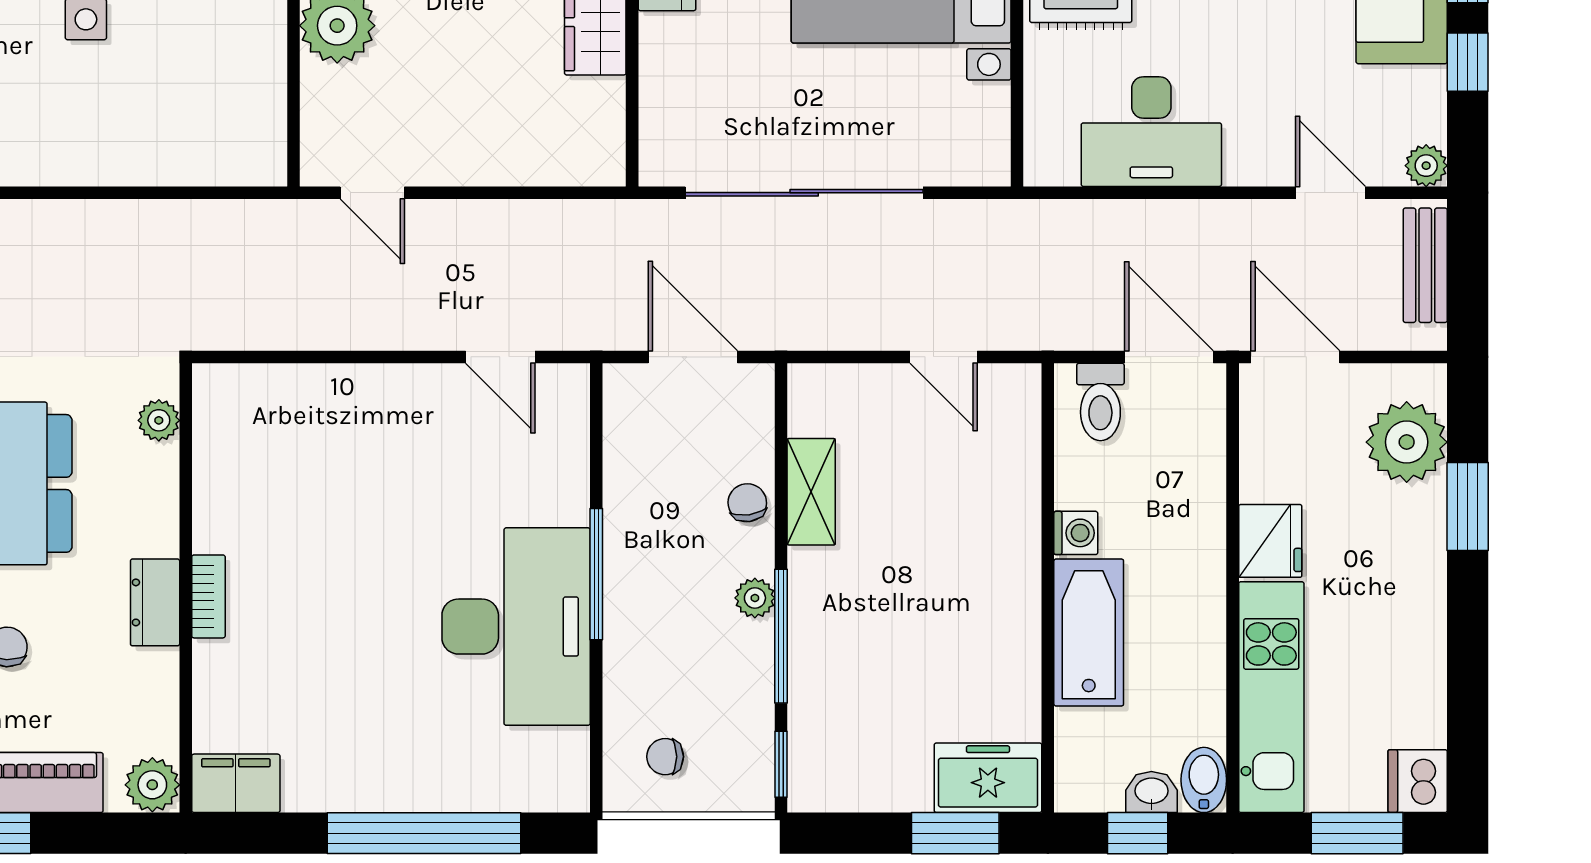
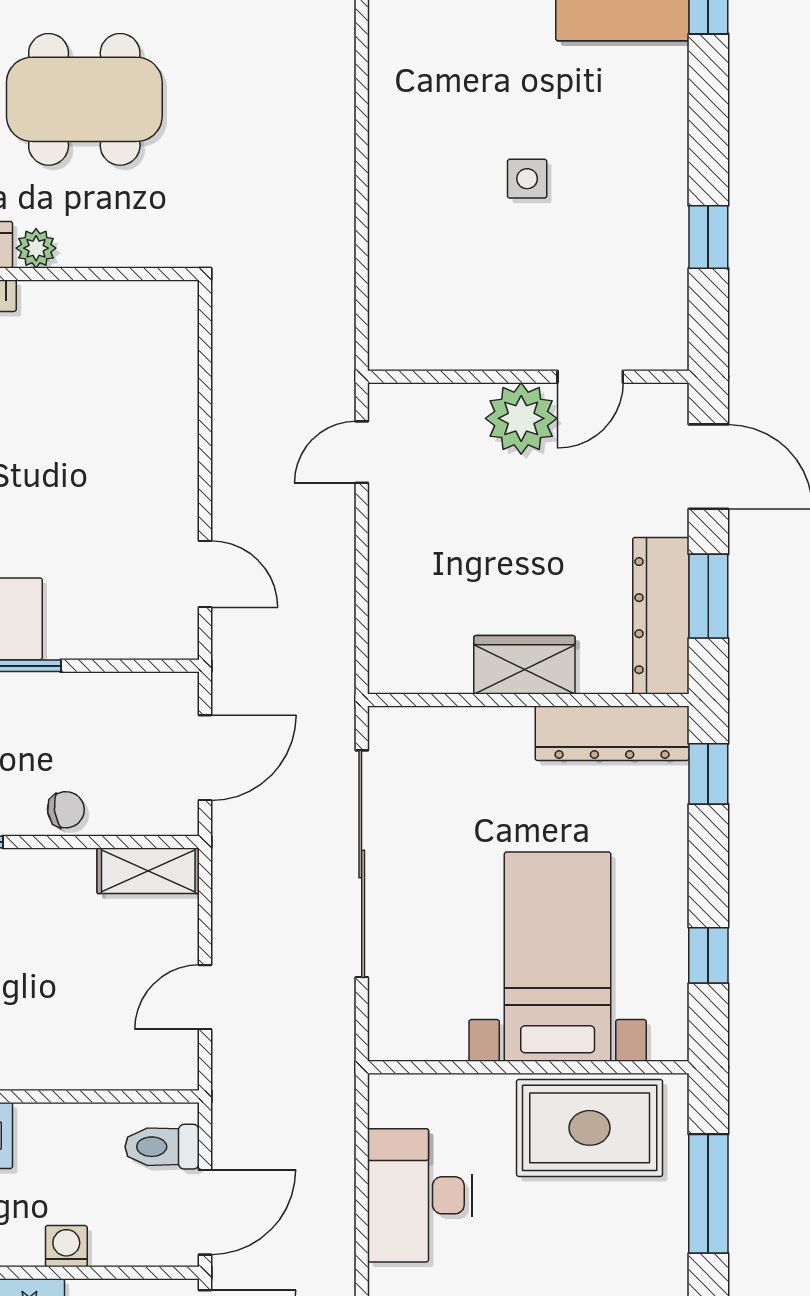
door: (500, 357) -> (205, 574), swing flipped
plant: (159, 420) -> (36, 248), moved
shelving: (811, 492) -> (148, 871), moved
washing machine: (1076, 533) -> (66, 1246), moved, turned 180

